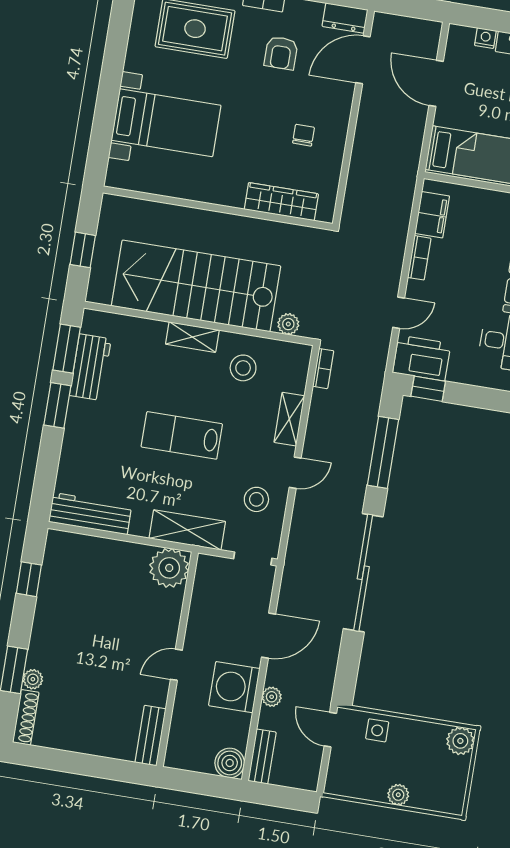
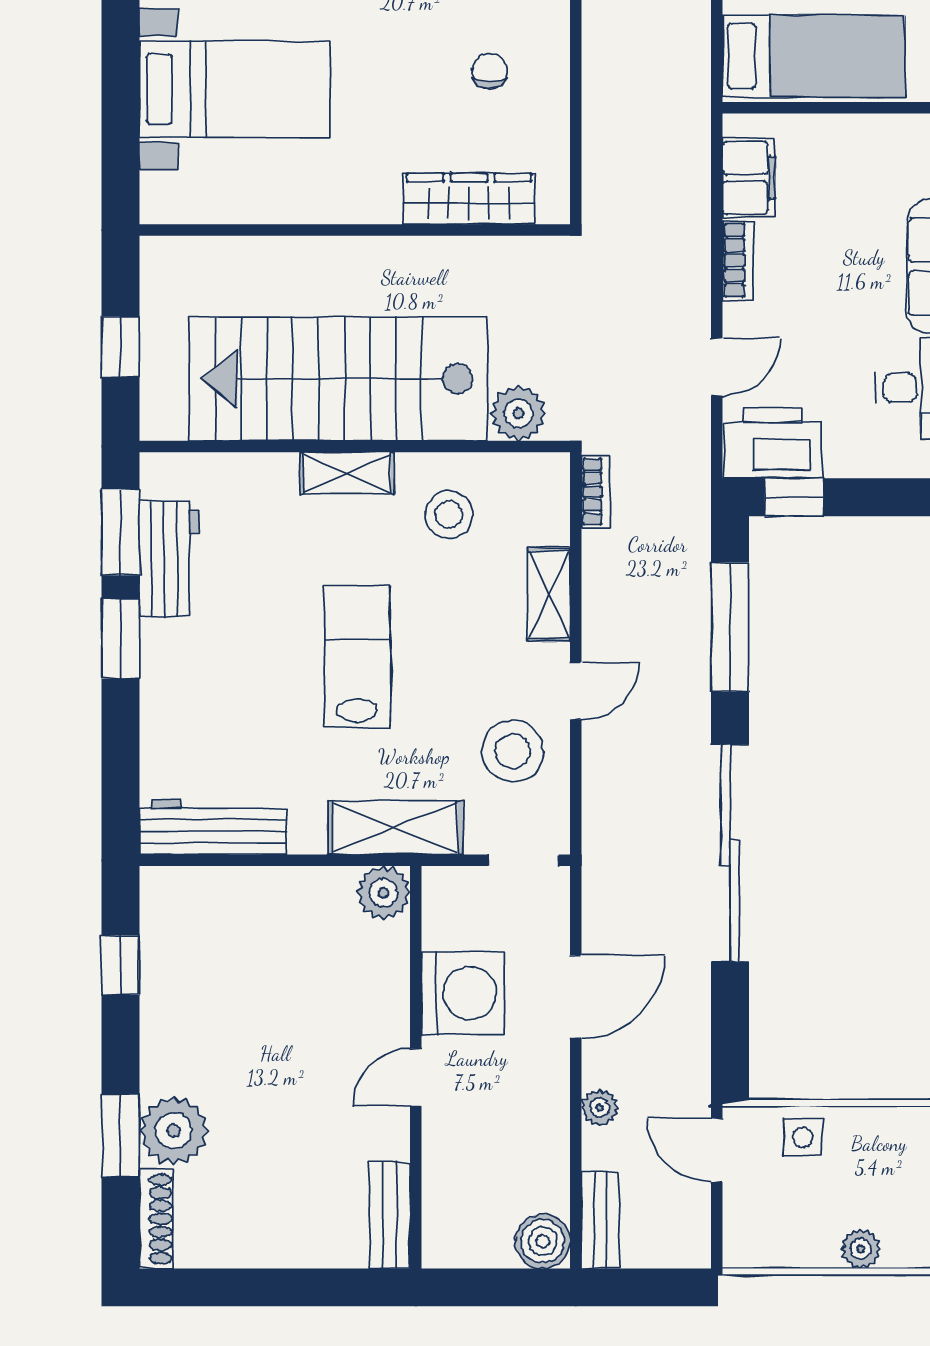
plant: (288, 324) -> (519, 413), width x1.38, depth x1.38
lab bench: (182, 435) -> (357, 656), turned 90
stool: (256, 499) -> (513, 751), width x1.38, depth x1.38
plant: (169, 568) -> (383, 893), width x0.73, depth x0.73
plant: (33, 679) -> (174, 1131), width x1.88, depth x1.88
washing machine: (234, 687) -> (463, 993), moved, turned 180

